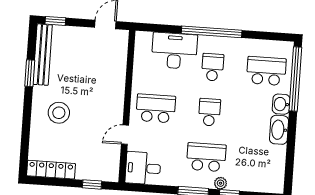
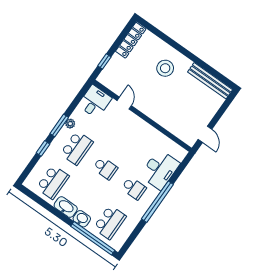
window: (55, 21) -> (227, 103), removed
window: (30, 73) -> (203, 65), removed
school desk: (156, 108) -> (53, 182), moved
plant: (221, 183) -> (70, 124), moved

